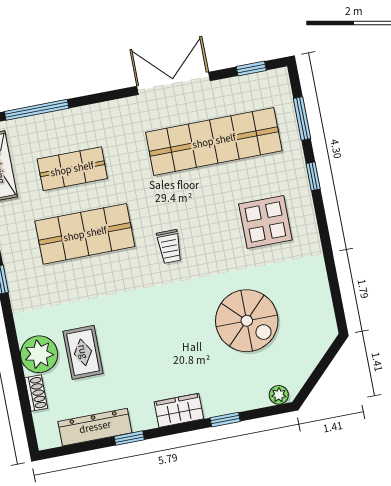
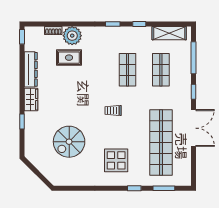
window: (251, 68) -> (194, 92), moved
shop shelf: (85, 234) -> (127, 70), width x0.70, depth x0.74
plant: (279, 395) -> (29, 150), removed
dresser: (95, 427) -> (31, 69), moved
window: (129, 438) -> (22, 37), moved

